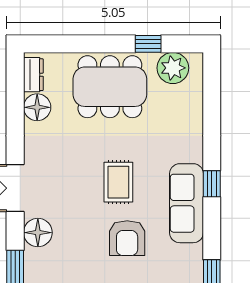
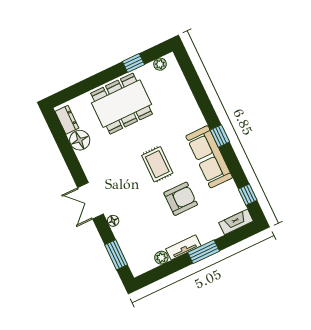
plant: (173, 68) -> (160, 64), width x0.53, depth x0.53
floor lamp: (38, 233) -> (113, 221), width x0.53, depth x0.53
armchair: (127, 238) -> (181, 199), turned -90

